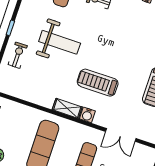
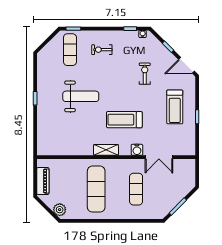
exercise bike: (18, 55) -> (145, 74), moved
water cooler: (87, 115) -> (137, 150), moved

